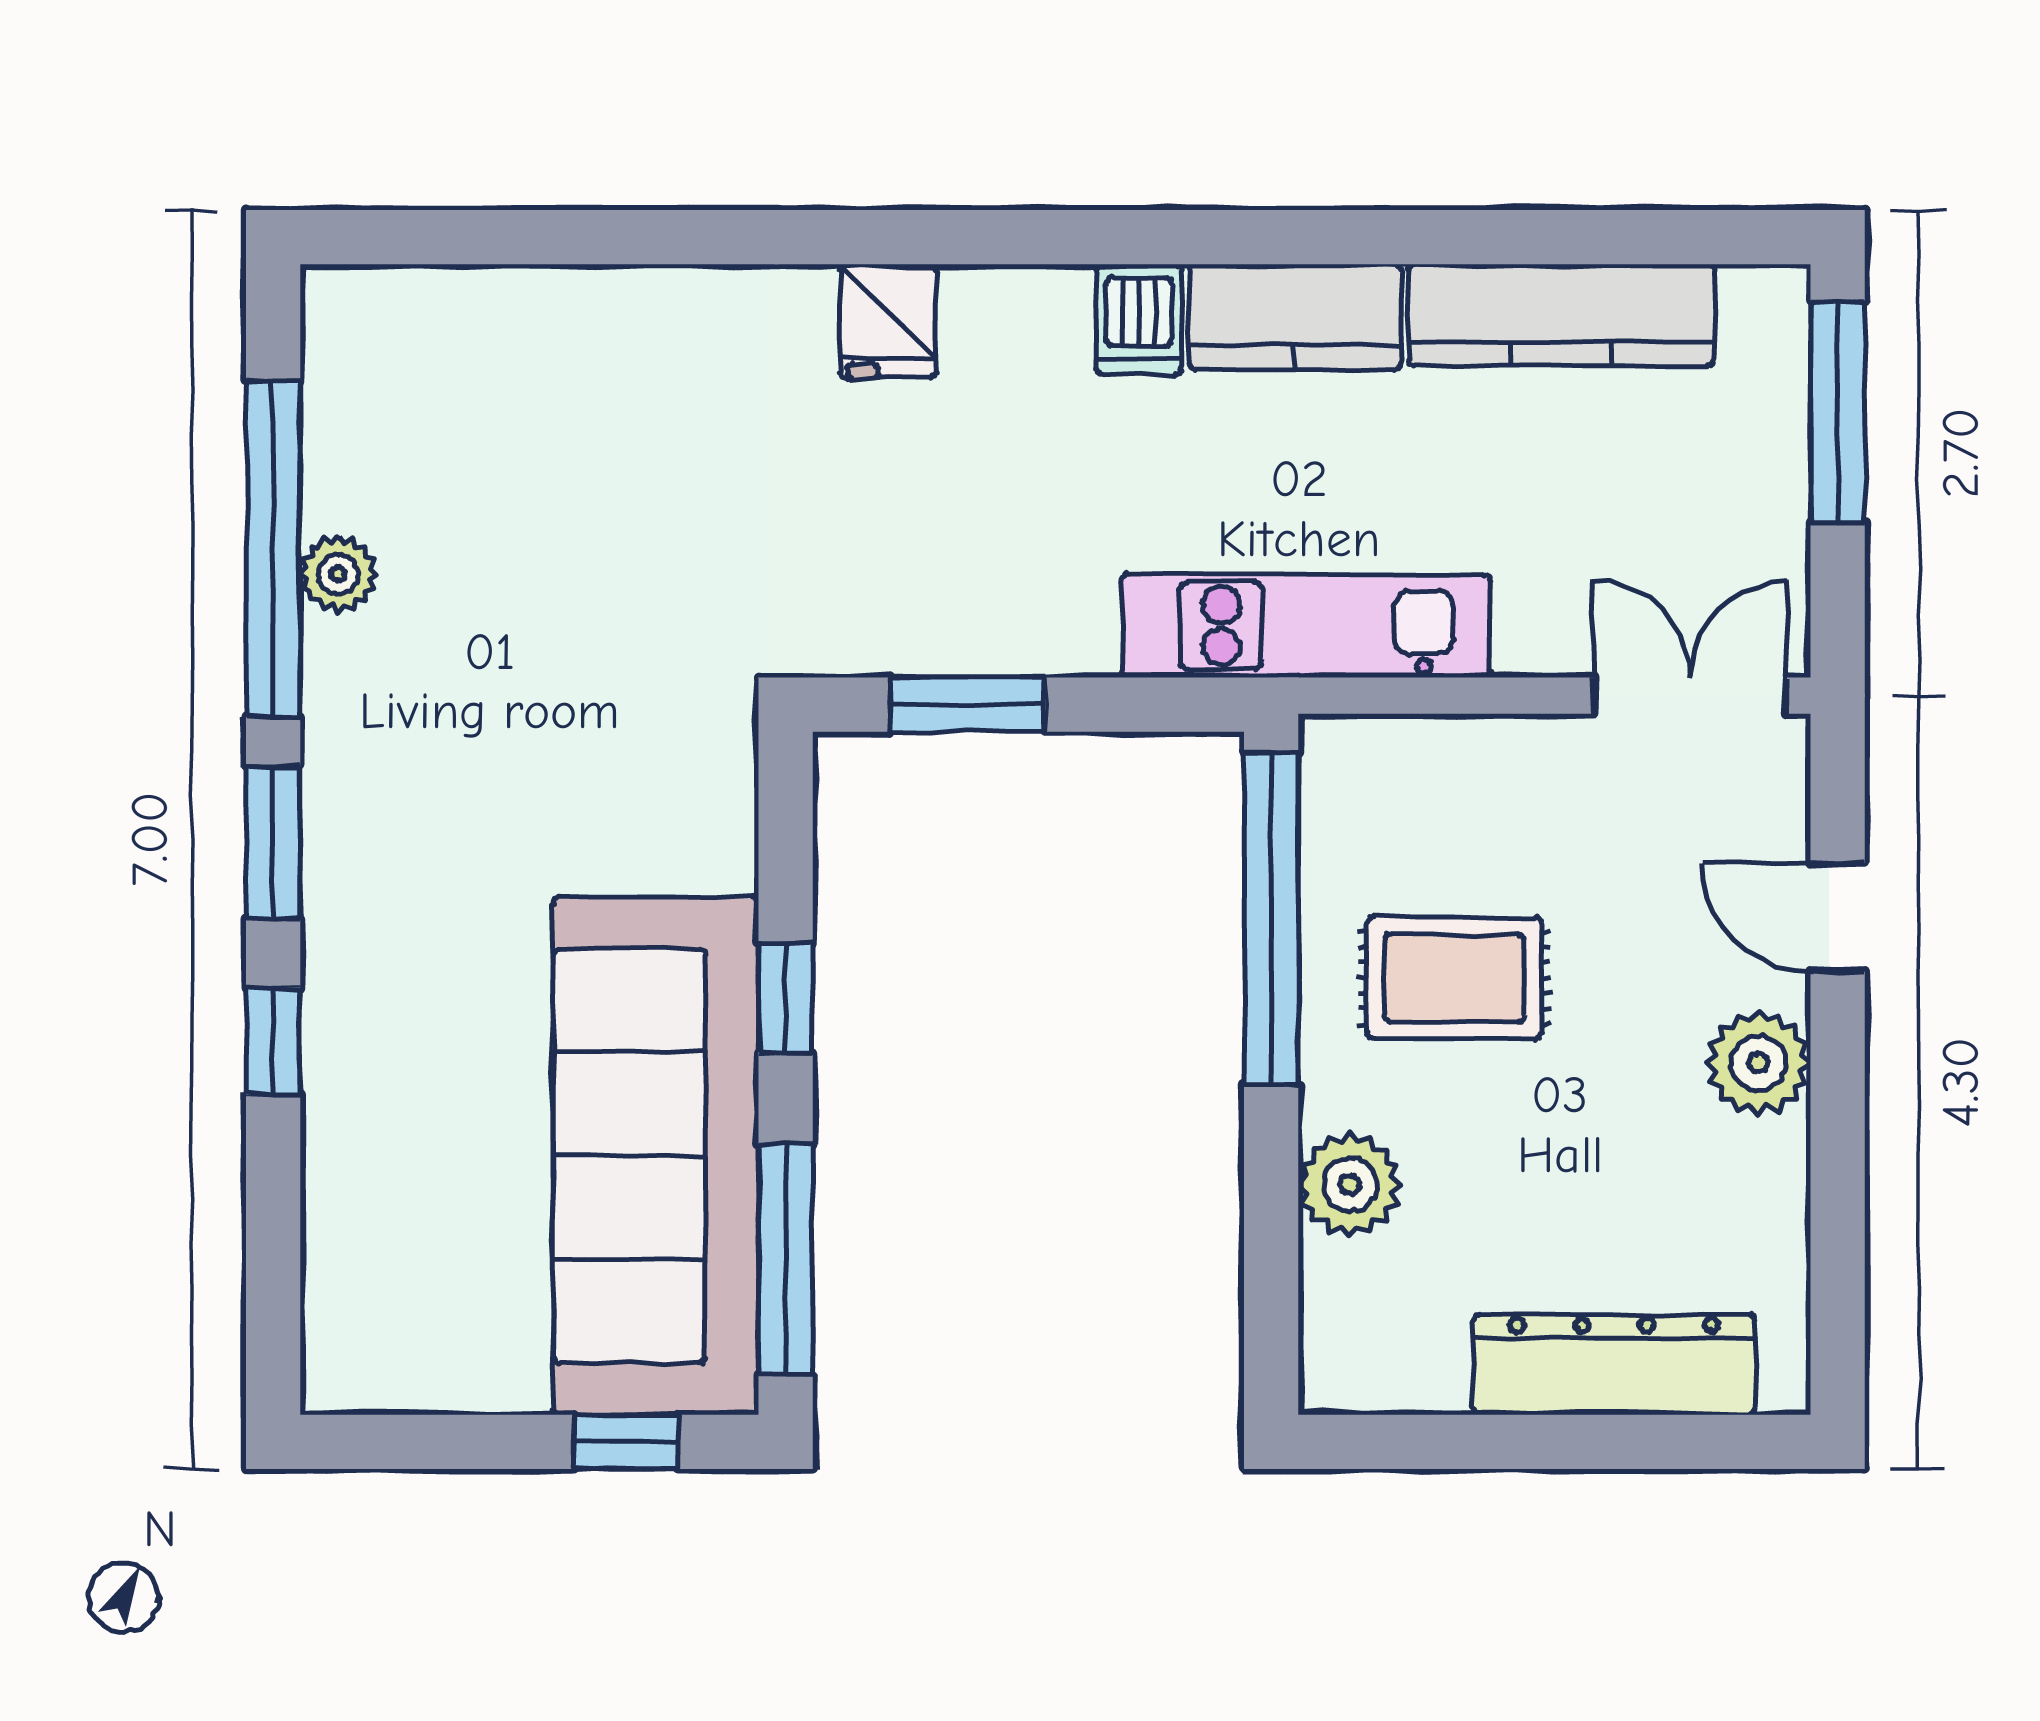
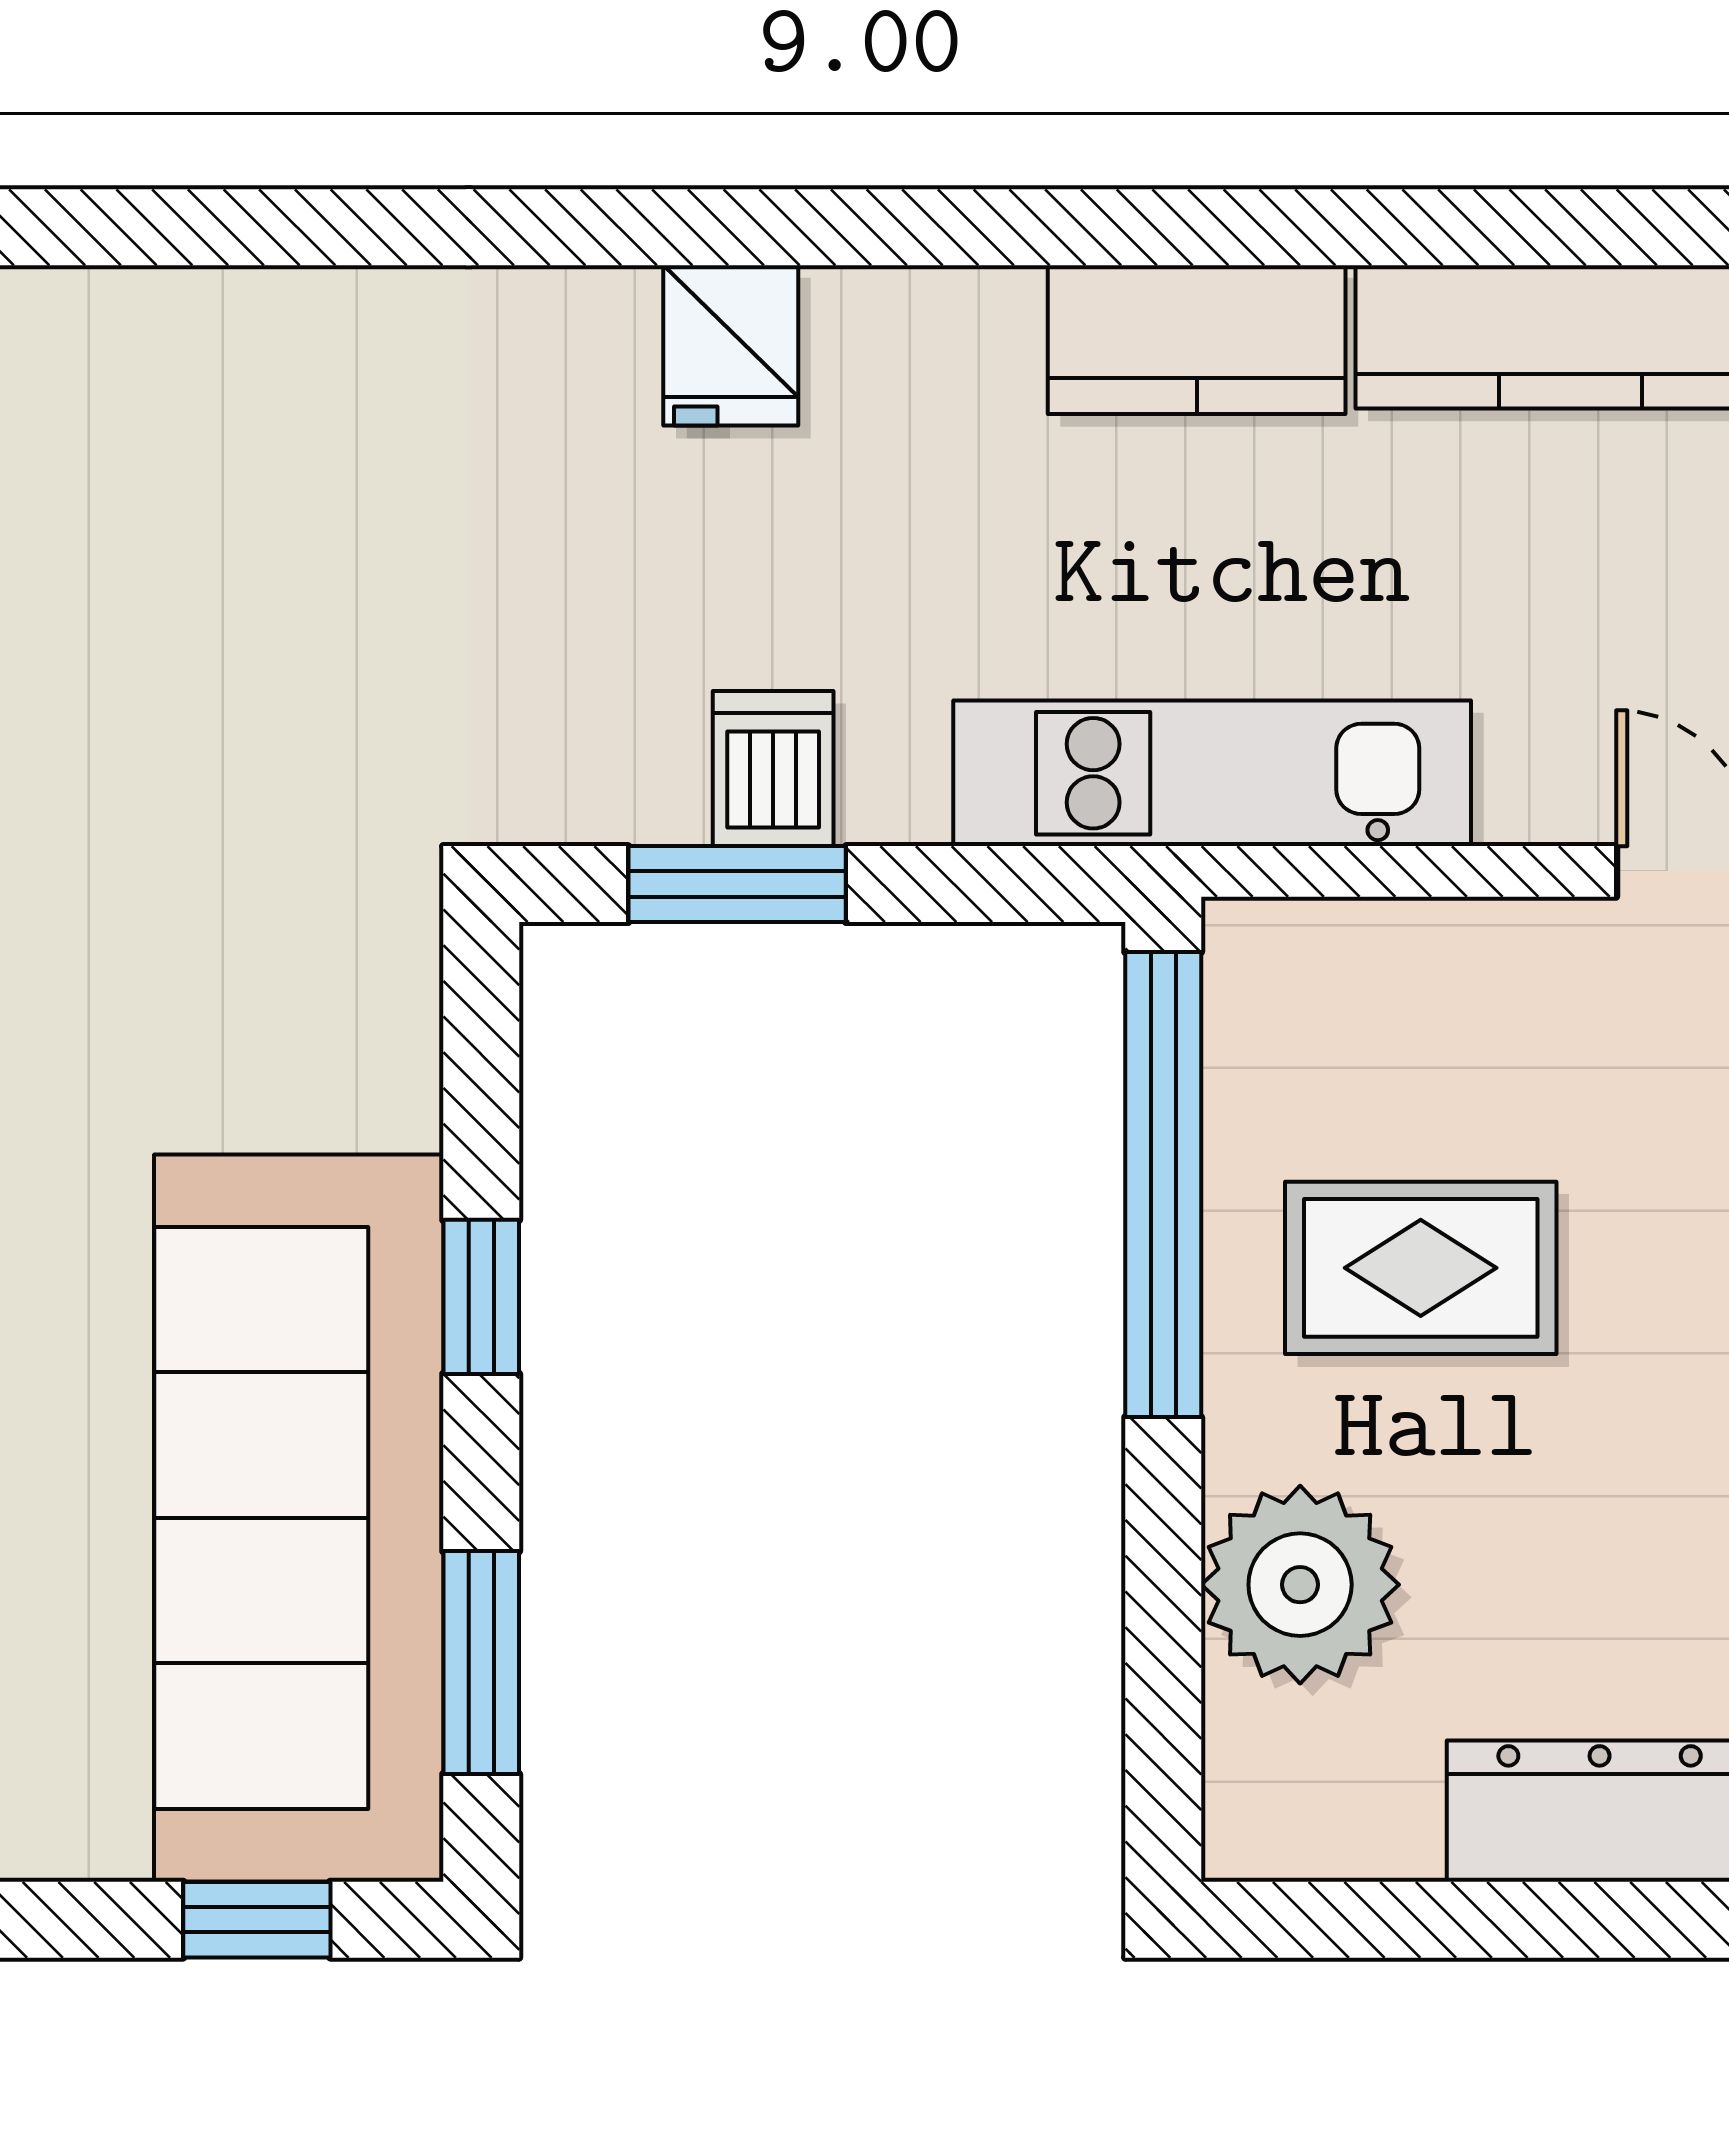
dishwasher: (1139, 319) -> (773, 769), moved, turned 180
fridge: (888, 321) -> (731, 345), moved
plant: (1350, 1185) -> (1300, 1585), width x1.36, depth x1.36
window: (786, 1259) -> (481, 1663), width x0.69

